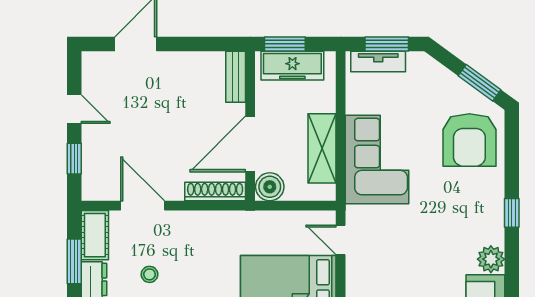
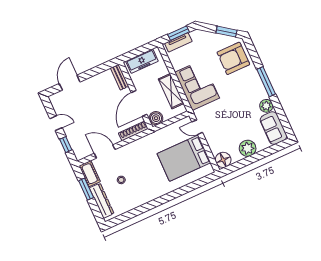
window: (285, 44) -> (134, 53), removed
armchair: (469, 140) -> (233, 58), turned 90
window: (512, 213) -> (266, 82), width x2.17

